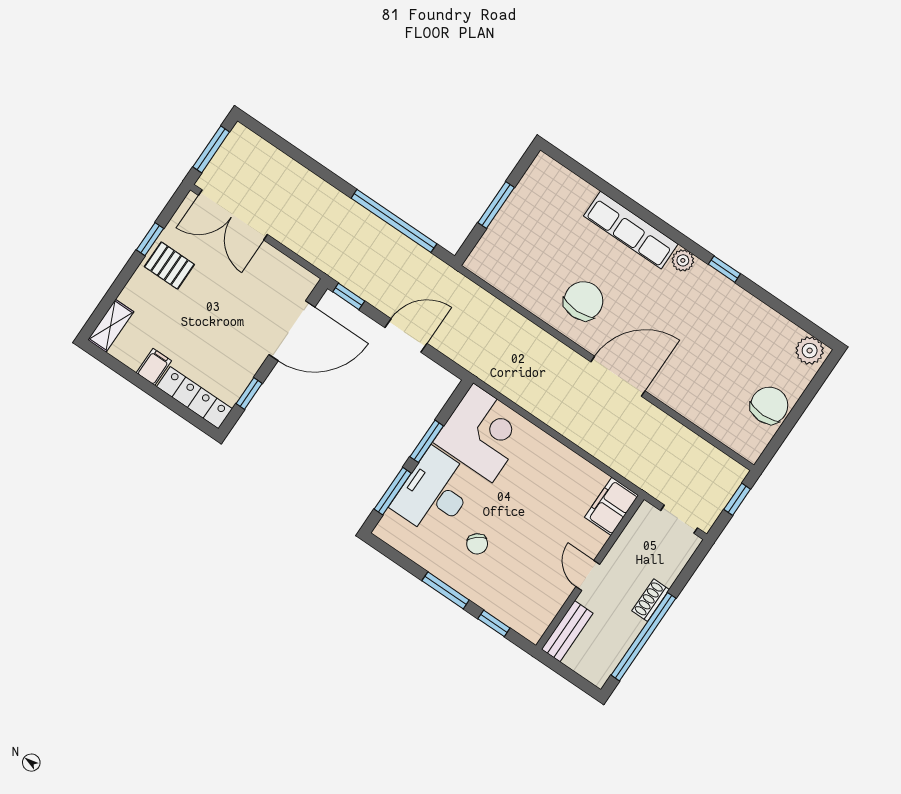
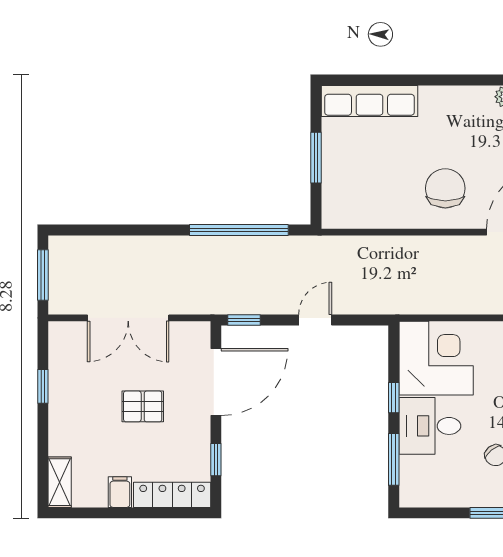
double door: (233, 215) -> (128, 318), moved
row of seats: (631, 230) -> (370, 101), moved
pallet: (169, 266) -> (143, 406), moved
door: (406, 336) -> (315, 320), width x0.73
window: (427, 441) -> (394, 398), width x0.67
desk: (434, 493) -> (430, 426), width x0.73

